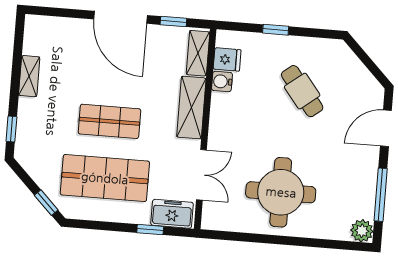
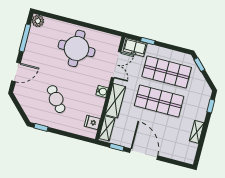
window: (276, 30) -> (41, 127), moved
water cooler: (222, 81) -> (102, 91), moved
shop shelf: (109, 121) -> (159, 101), width x1.43, depth x1.36
double door: (201, 175) -> (116, 65), swing flipped

